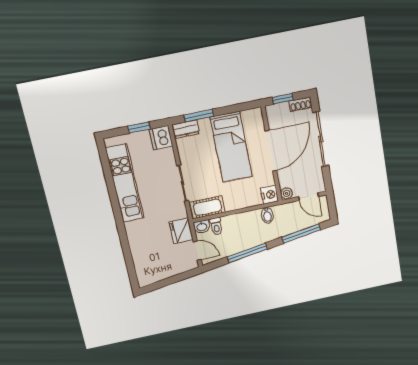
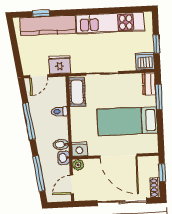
toilet: (216, 226) -> (59, 112), moved
washbasin: (202, 227) -> (64, 158), moved
kitchen counter: (140, 250) -> (48, 25), added
window: (129, 260) -> (41, 14), added

